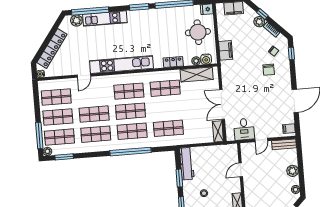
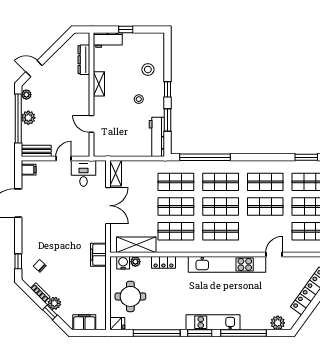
window: (90, 11) -> (244, 333), moved
kitchen unit: (105, 19) -> (213, 322), moved
filing cabinet: (226, 50) -> (98, 255), moved
chair: (269, 70) -> (48, 244), removed
shop shelf: (167, 108) -> (176, 207), added
window: (131, 152) -> (205, 157), moved
window: (301, 169) -> (18, 119), added
door: (241, 170) -> (92, 124), swing flipped

